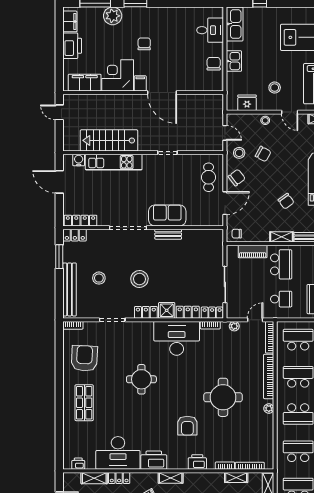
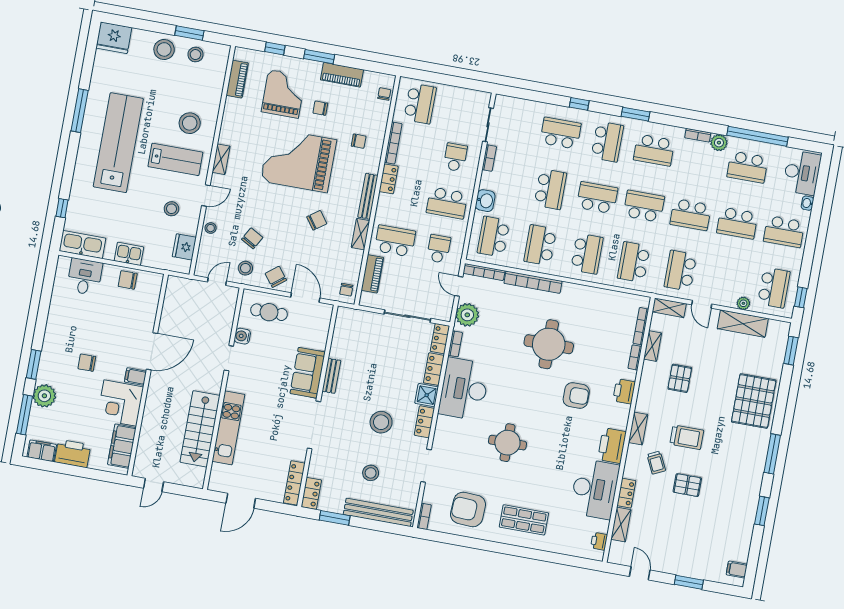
water cooler: (79, 160) -> (242, 336), moved
plant: (234, 326) -> (467, 315), width x1.88, depth x1.88
plant: (269, 408) -> (573, 289), removed

